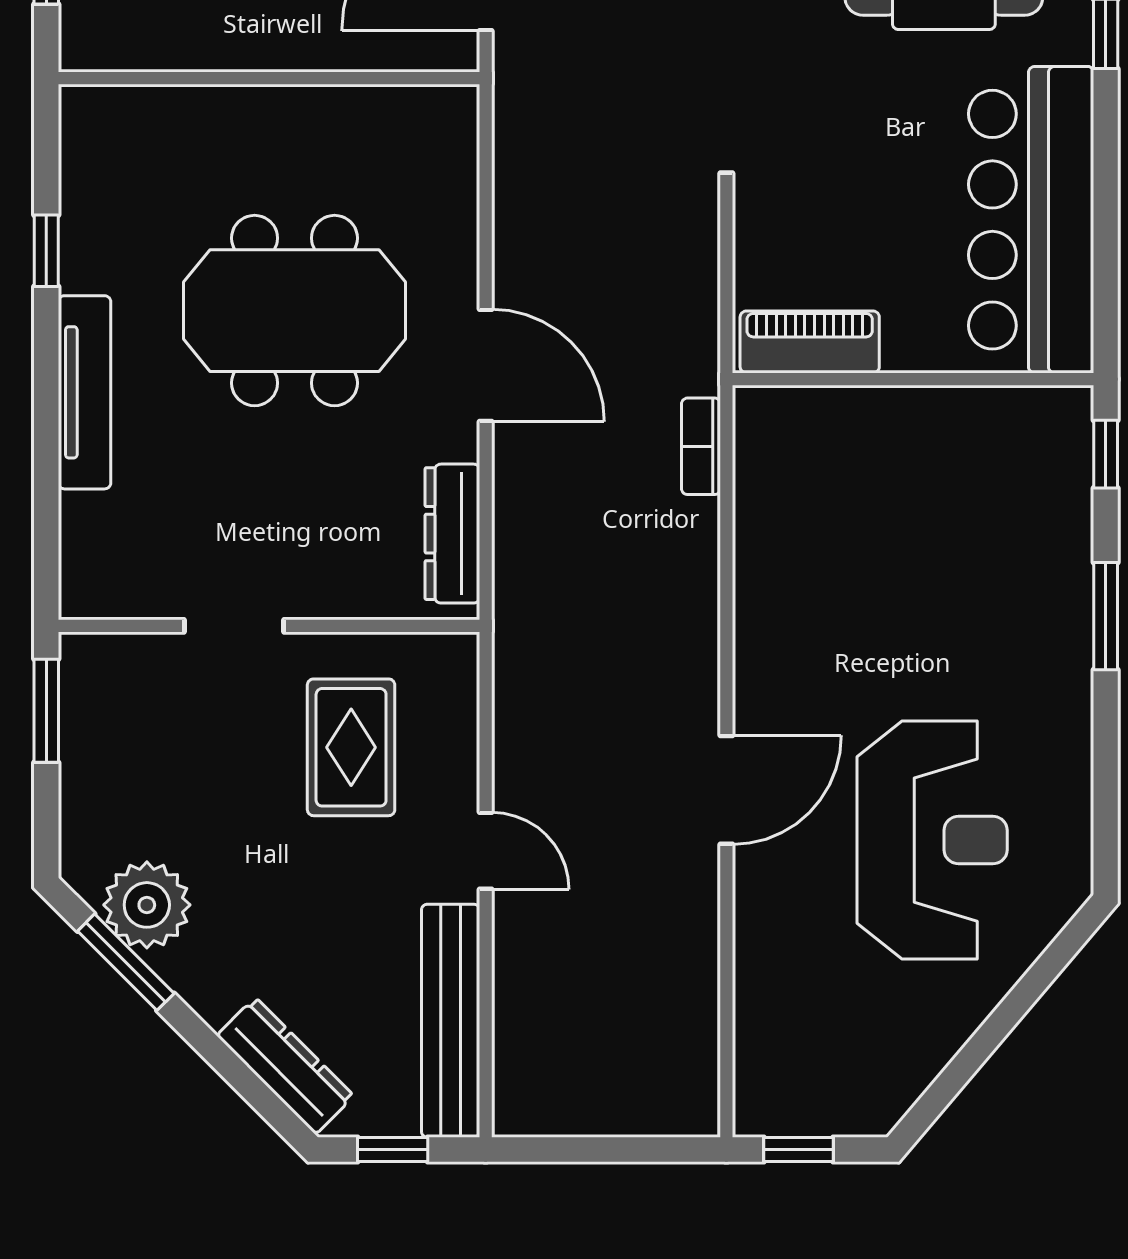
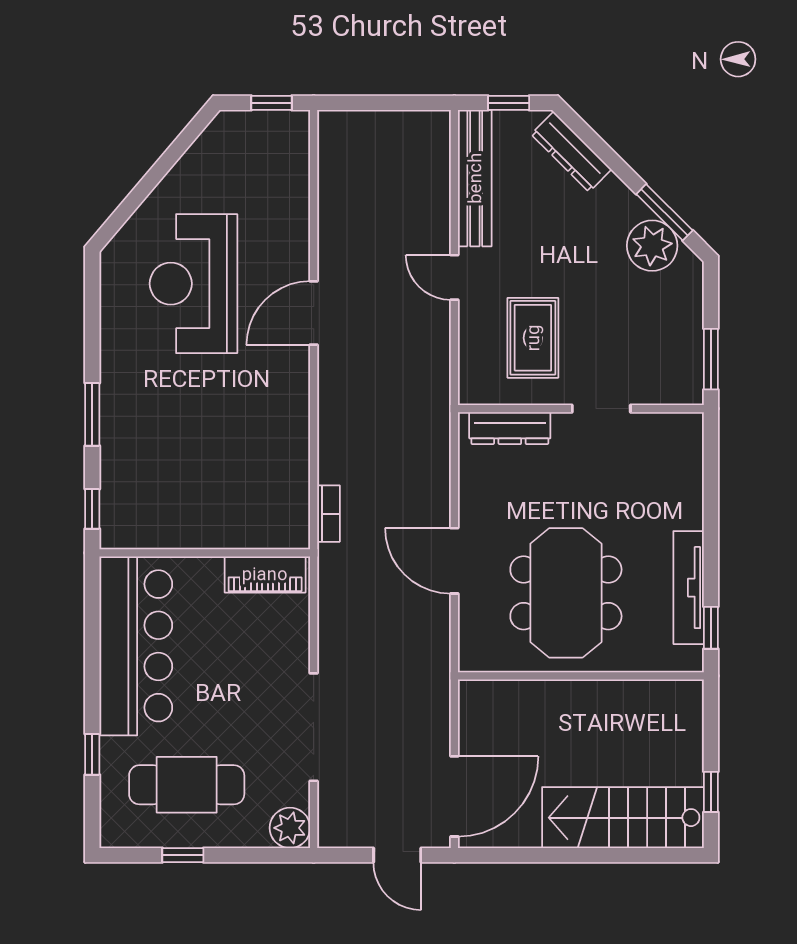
wall: (269, 78) -> (581, 676), moved
meeting table: (294, 311) -> (566, 593), turned 90
tv unit: (84, 392) -> (689, 588), moved
dresser: (452, 534) -> (510, 428), moved, turned 90

